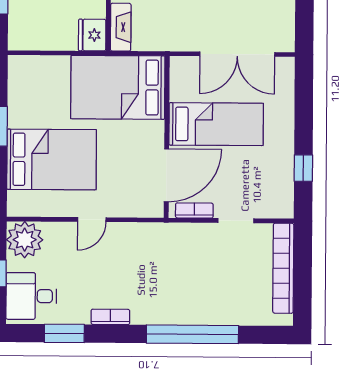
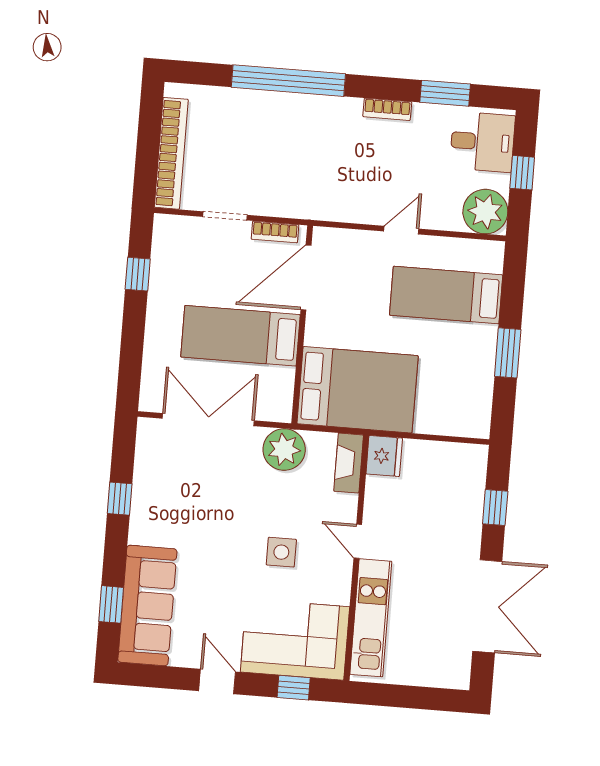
plant: (174, 34) -> (284, 450), added
bed: (52, 159) -> (446, 295), width x0.67

